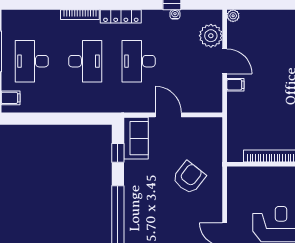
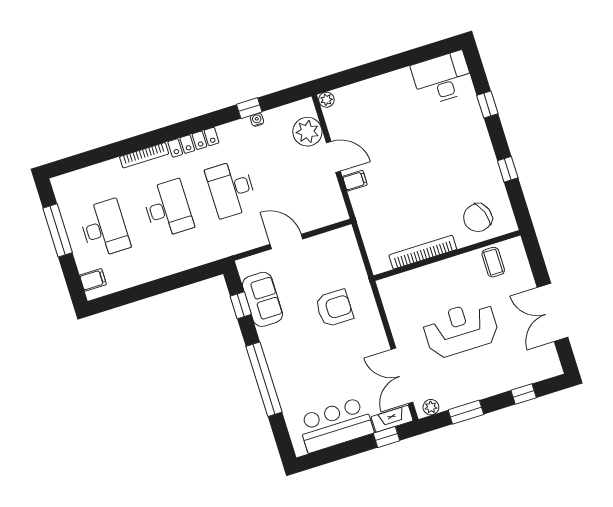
desk: (32, 61) -> (104, 228), turned 180
sofa: (136, 138) -> (262, 299), moved
armchair: (189, 178) -> (334, 308), turned 52

